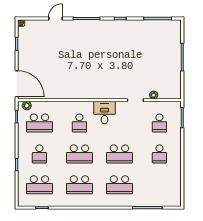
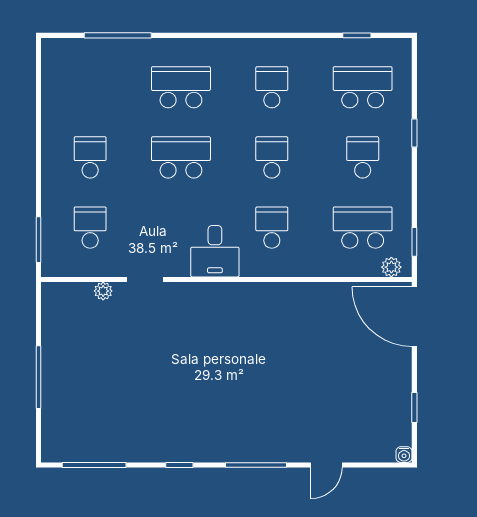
school desk: (79, 154) -> (272, 157), width x0.54
school desk: (79, 185) -> (272, 87), width x0.54

